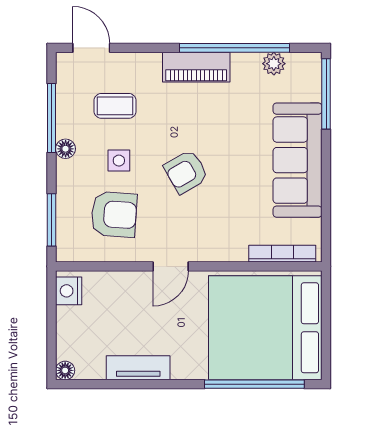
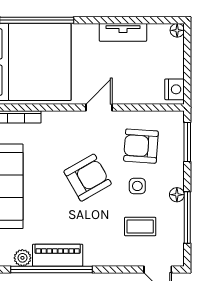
piano: (196, 67) -> (58, 255), moved
armchair: (186, 172) -> (88, 178), width x1.38, depth x1.38

